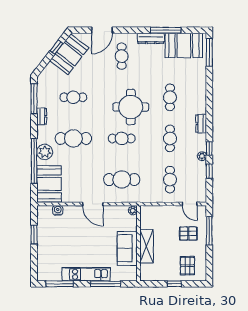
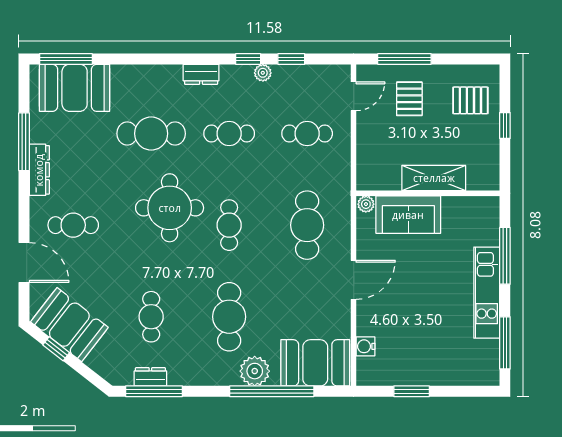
booth: (184, 45) -> (75, 88), moved, turned 90
cafe table: (170, 97) -> (151, 134), width x1.37, depth x1.35
dresser: (42, 116) -> (150, 377), moved
sofa: (127, 248) -> (408, 215), moved

